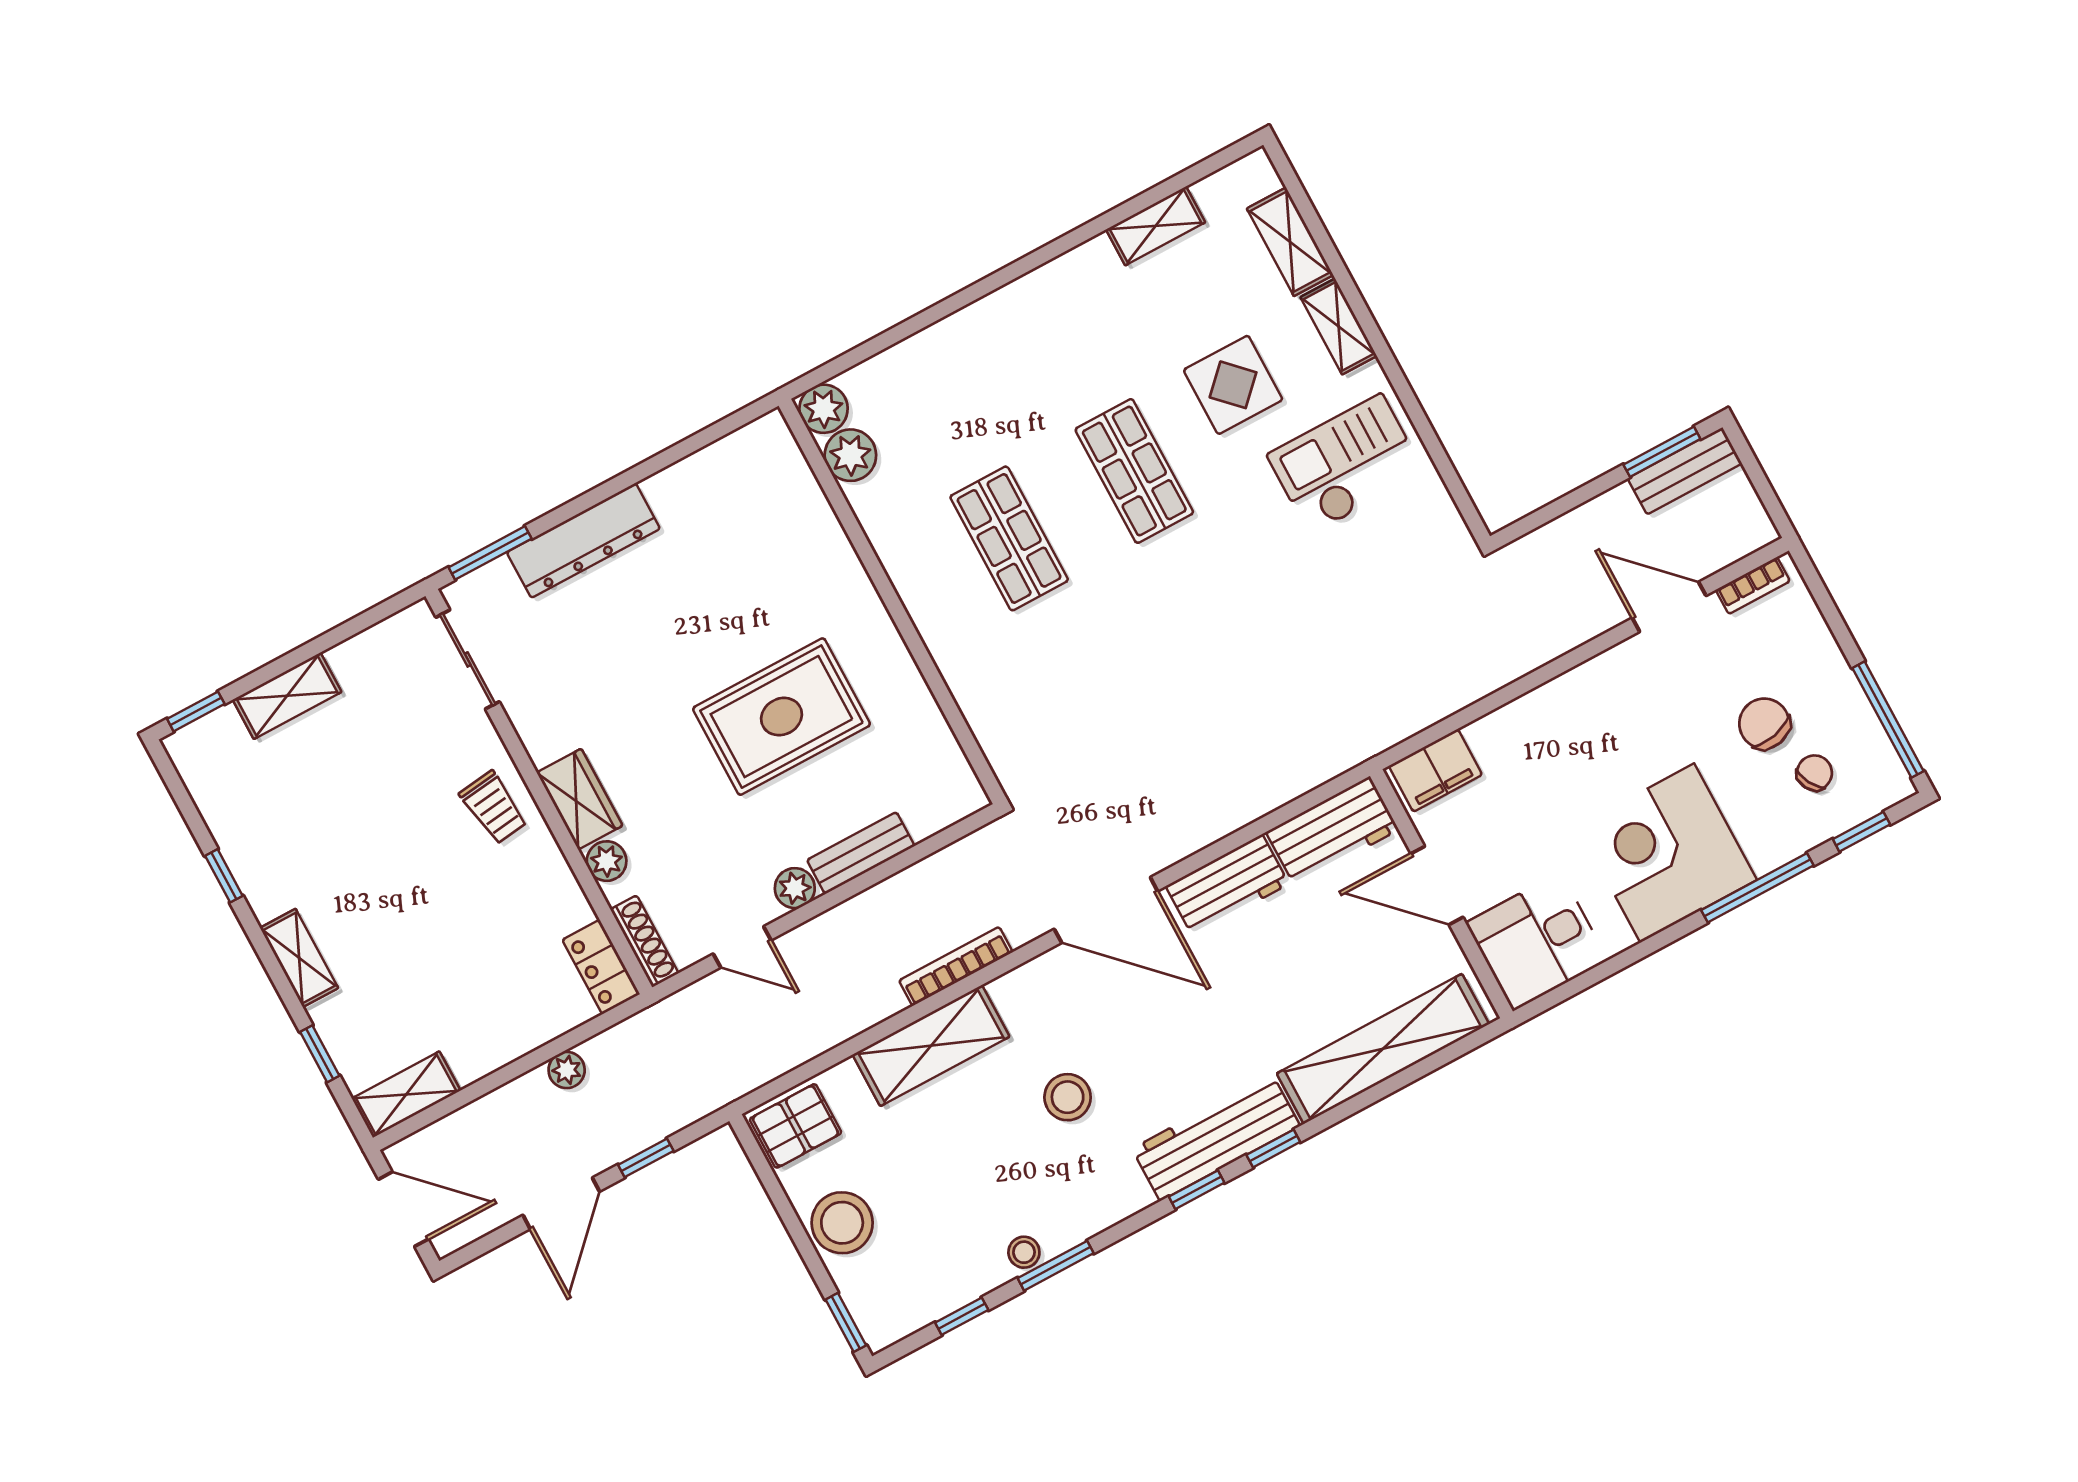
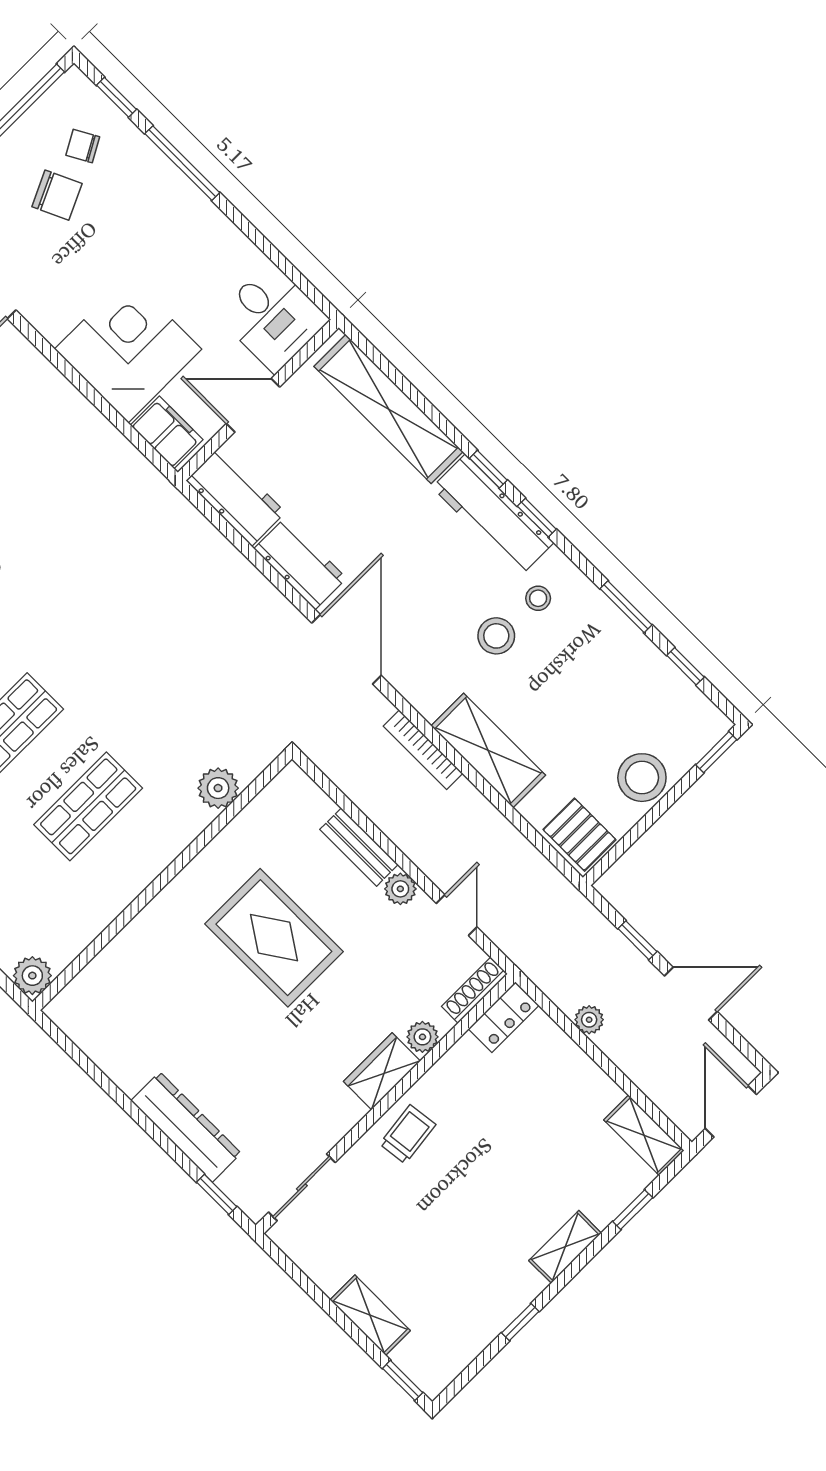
plant: (850, 455) -> (218, 788), moved
window: (490, 553) -> (217, 1194), width x0.67
chair: (1764, 724) -> (57, 195), turned -102
corner desk: (1667, 853) -> (128, 349), moved, turned 180
door: (1437, 885) -> (253, 405), swing flipped
stool: (1024, 1252) -> (538, 598), moved

